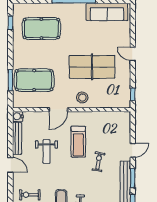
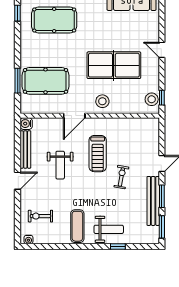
stool: (124, 96) -> (152, 99), added
door: (10, 165) -> (18, 181), hinge flipped

